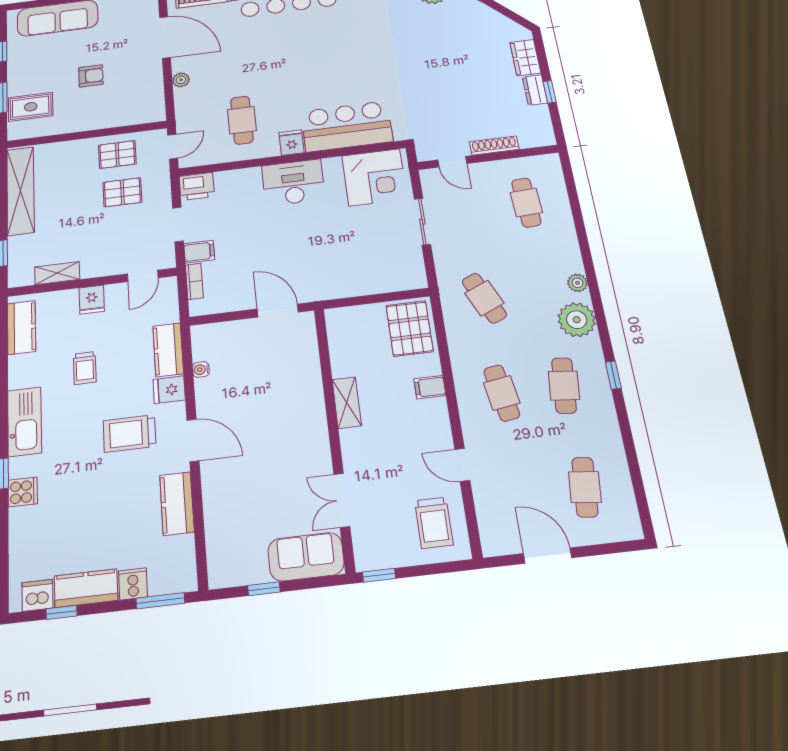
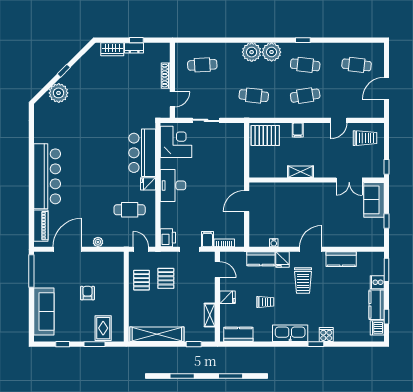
plant: (577, 283) -> (252, 52), width x1.88, depth x1.88
cafe table: (484, 298) -> (254, 96), turned 30

